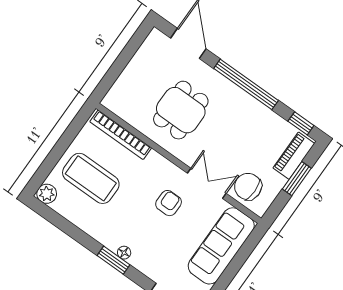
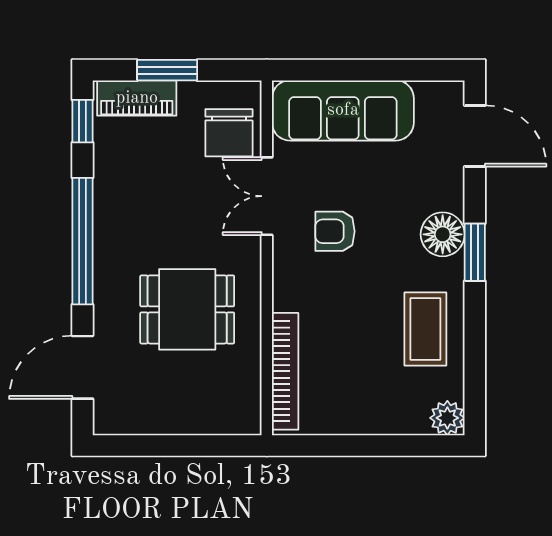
coffee table: (91, 178) -> (425, 329), moved, width x0.73, depth x0.76
floor lamp: (124, 253) -> (443, 234), width x1.89, depth x1.89

